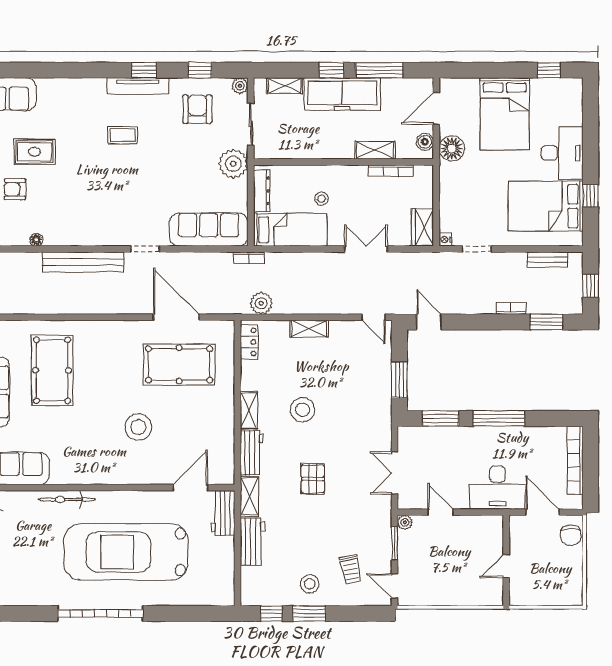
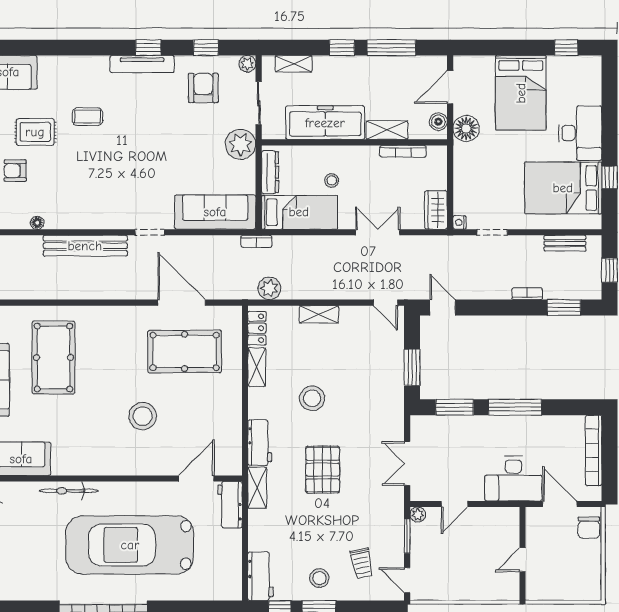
freezer: (342, 94) -> (325, 123), moved, turned 180
coffee table: (123, 135) -> (88, 117), moved
shelving: (249, 410) -> (257, 367), moved
pallet: (313, 479) -> (323, 470), width x1.50, depth x1.42
door: (440, 512) -> (454, 504), swing flipped
workbench: (253, 542) -> (261, 576), moved

